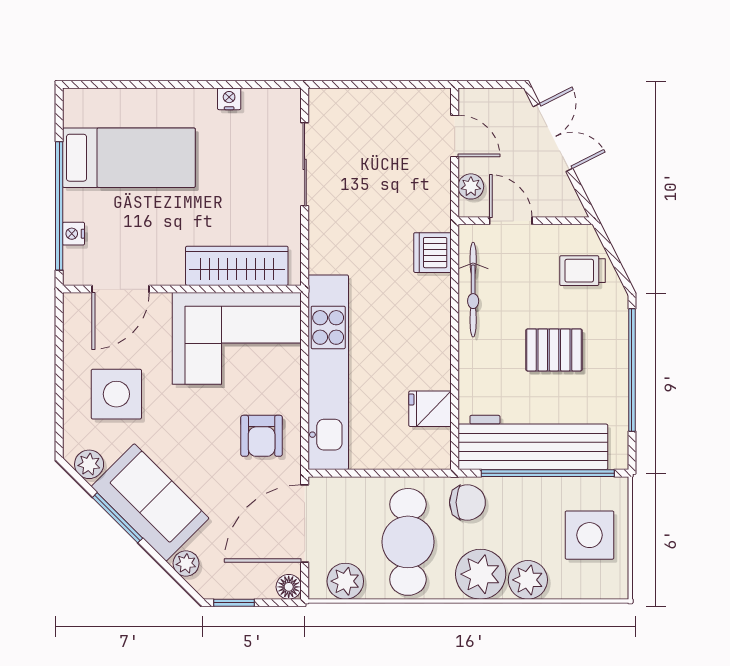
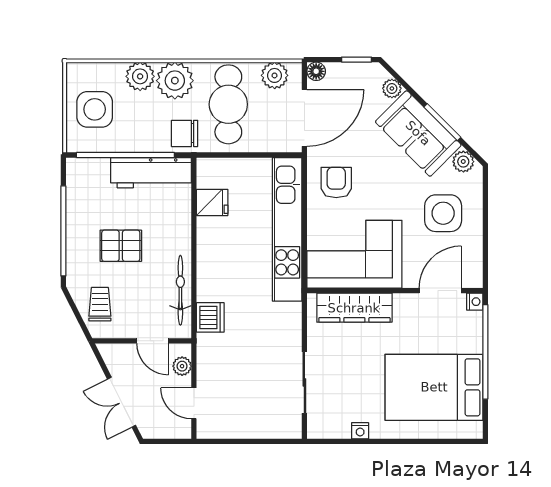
bed: (129, 158) -> (434, 387), width x1.50
nightstand: (73, 234) -> (475, 302), moved
trolley: (582, 271) -> (100, 304), turned -90
workbench: (533, 442) -> (151, 173), width x0.73, depth x0.76

